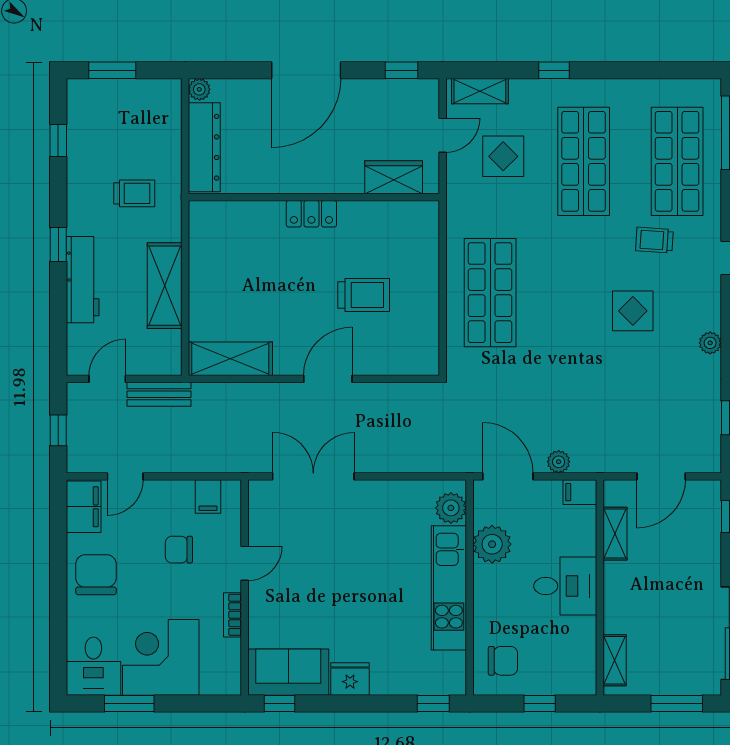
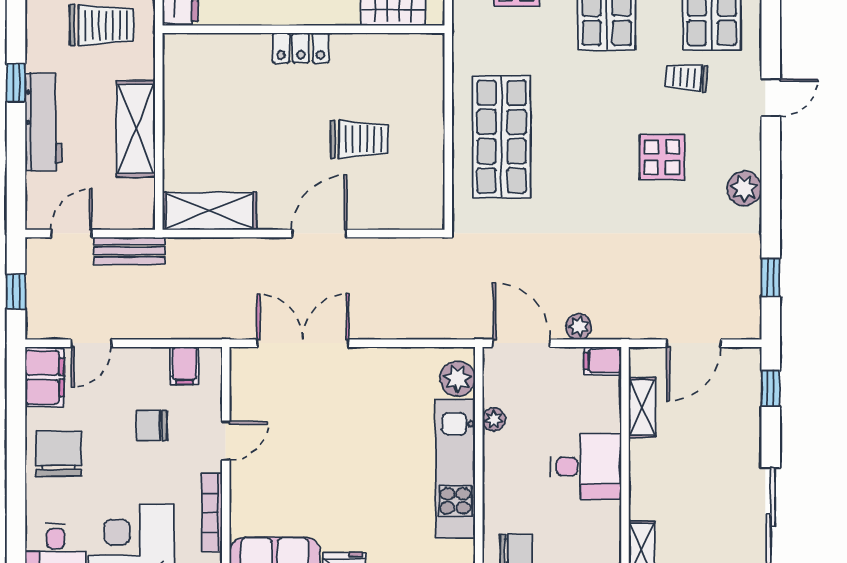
trolley: (134, 193) -> (102, 25), width x1.36, depth x1.39
plant: (710, 343) -> (744, 188), width x1.38, depth x1.38
plant: (492, 544) -> (494, 419), width x0.53, depth x0.53
bookcase: (233, 615) -> (212, 513), width x1.56

